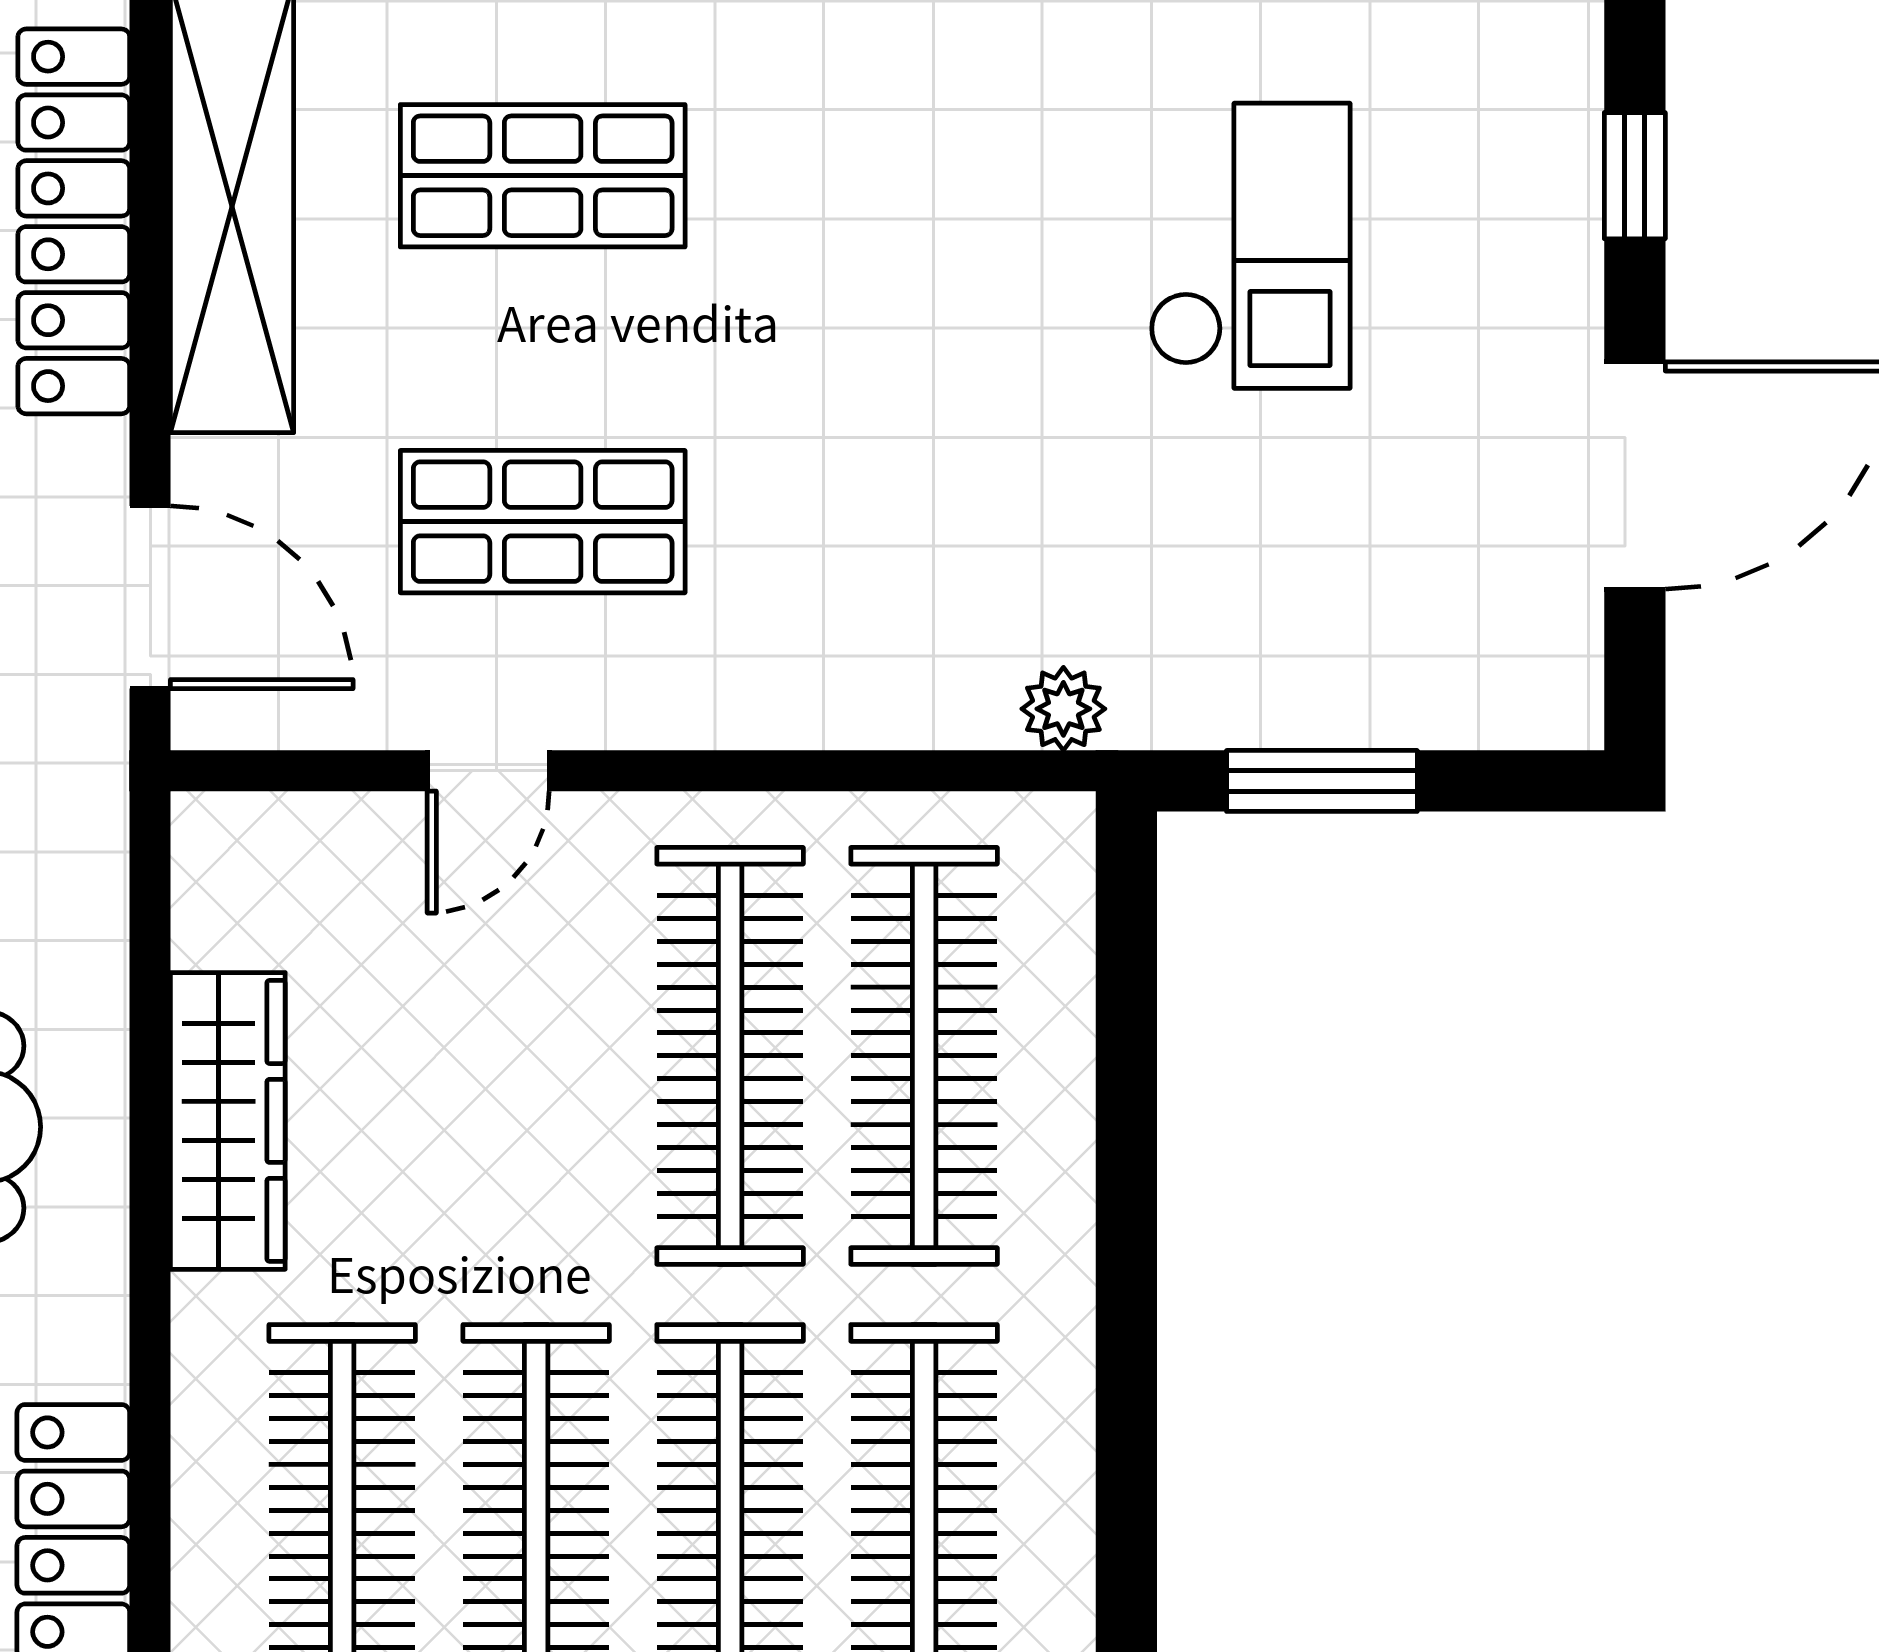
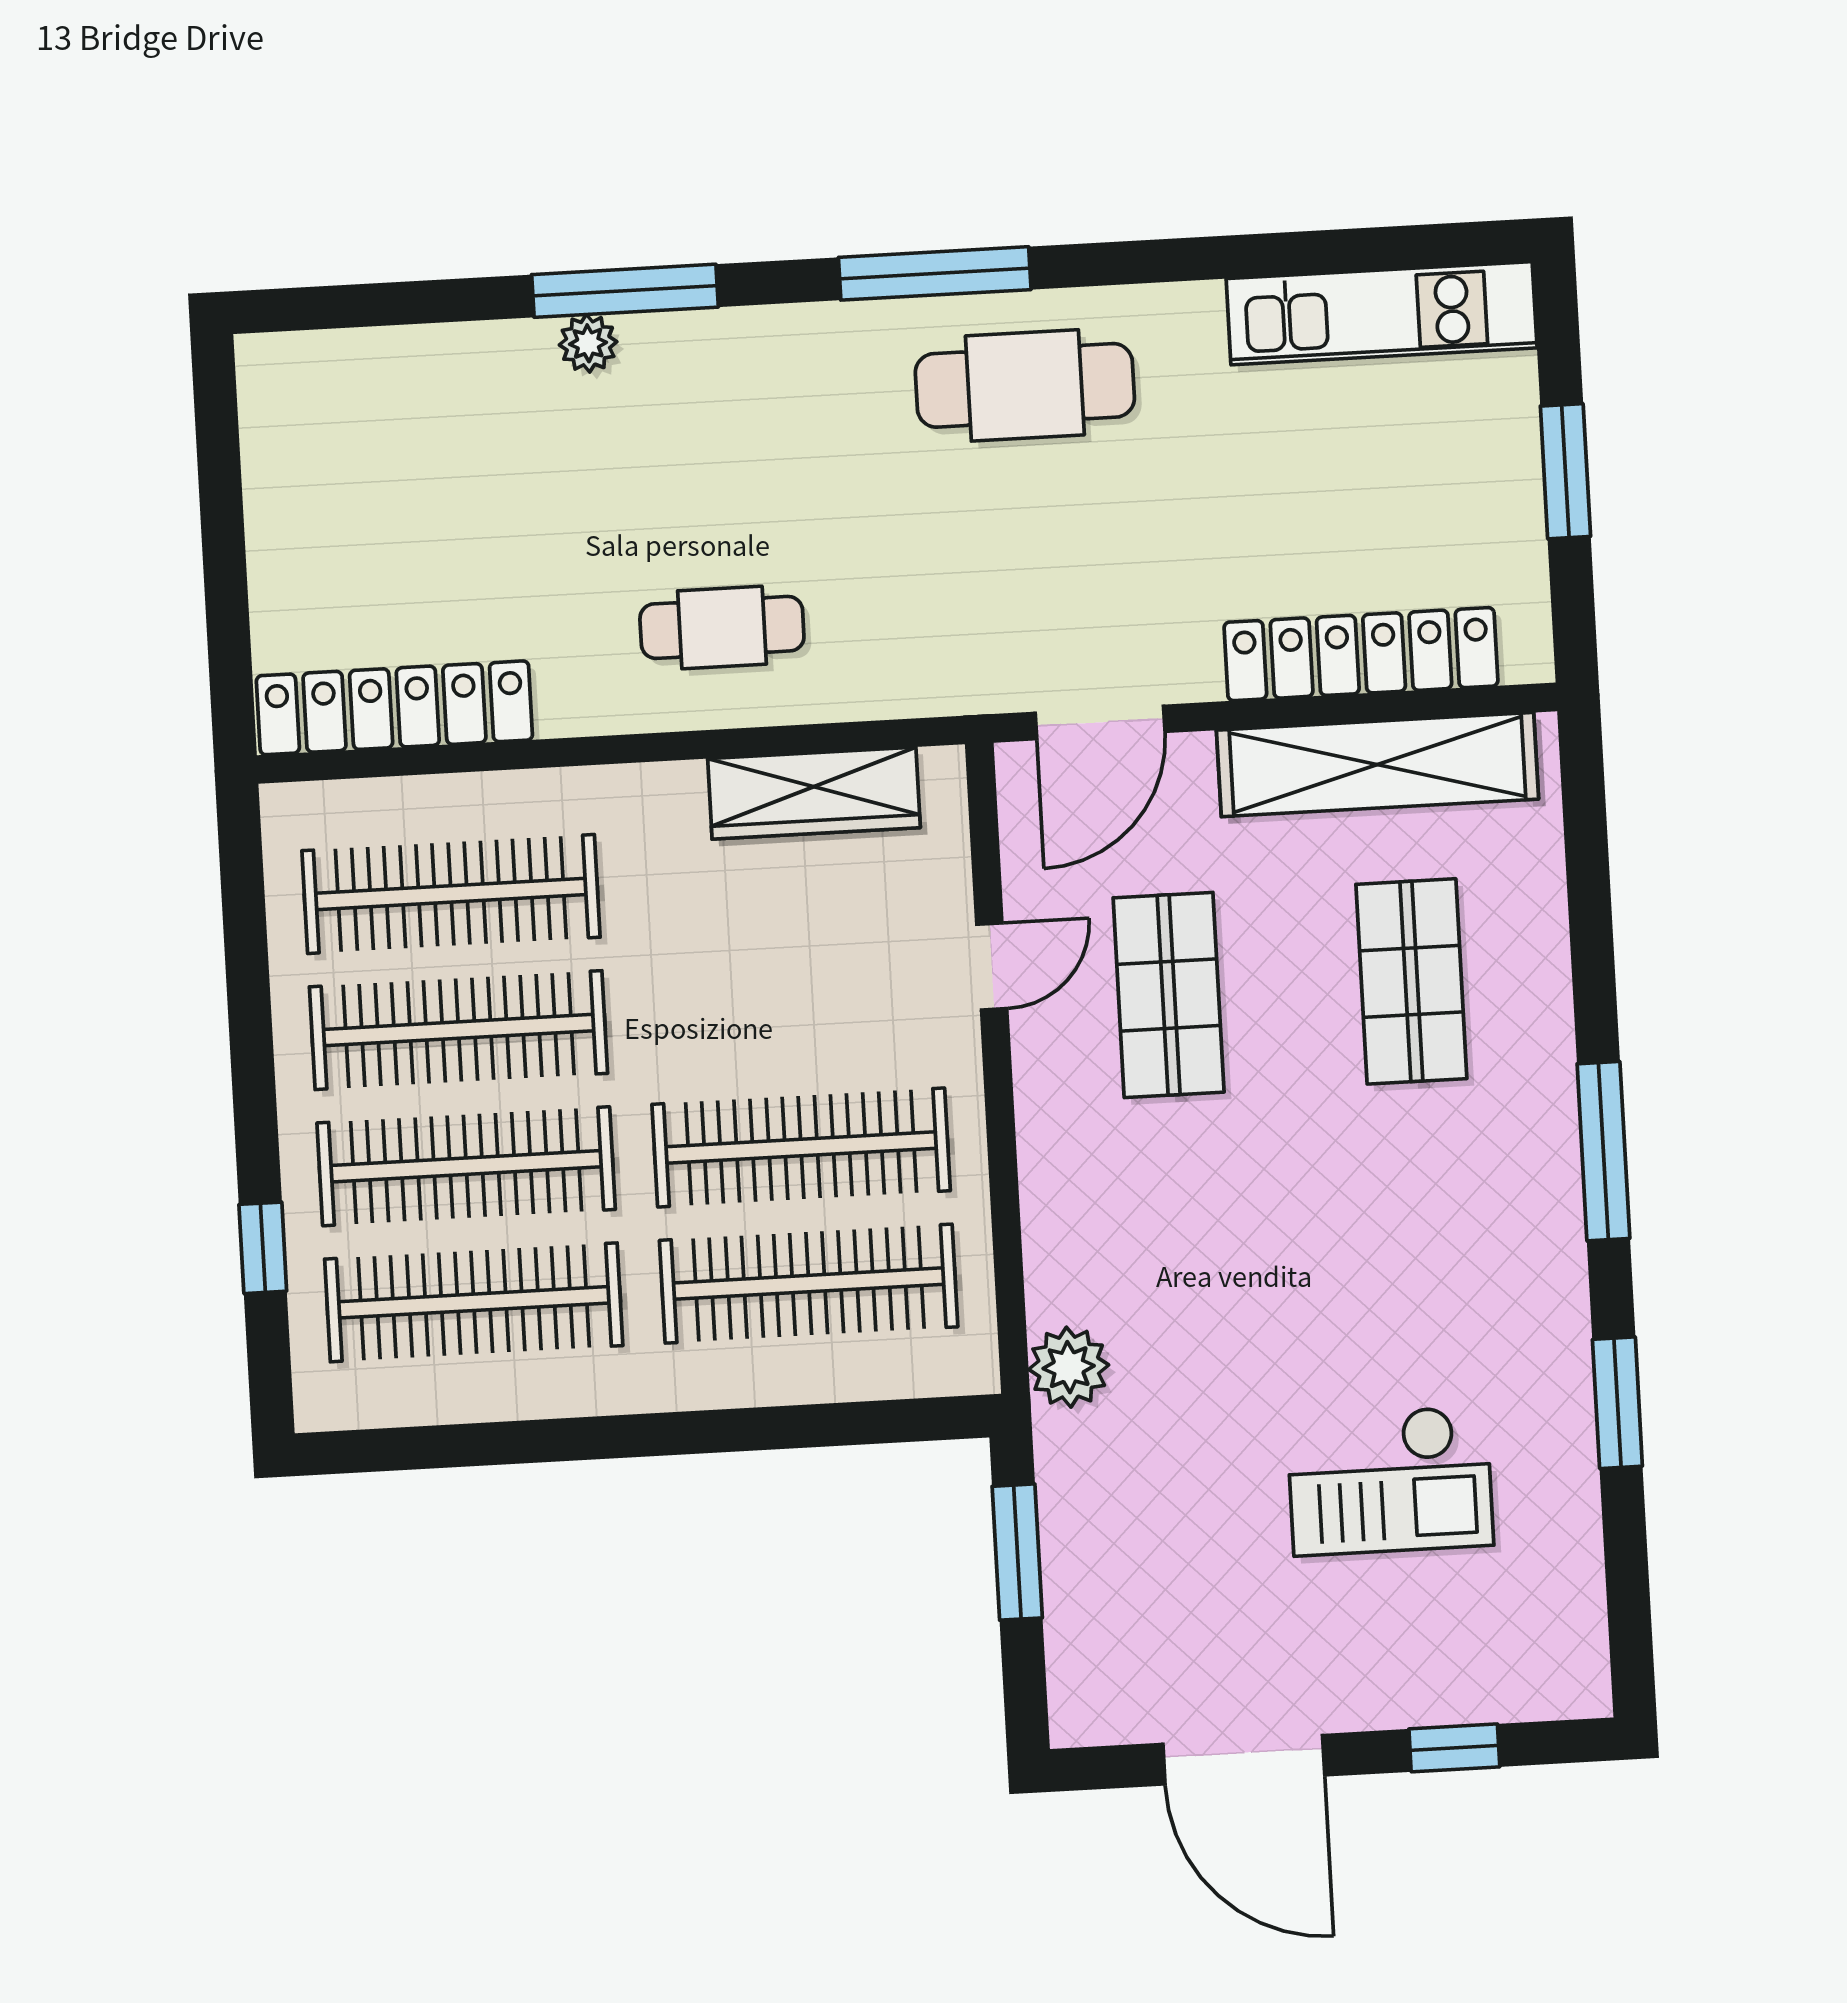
plant: (1063, 709) -> (1069, 1367), width x1.38, depth x1.38
door: (488, 771) -> (992, 966), swing flipped
wardrobe: (228, 1121) -> (814, 793), moved

